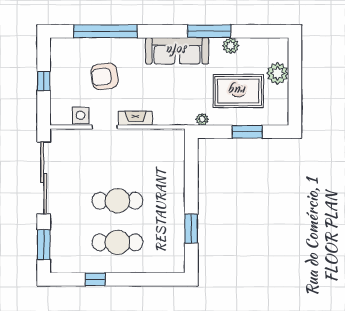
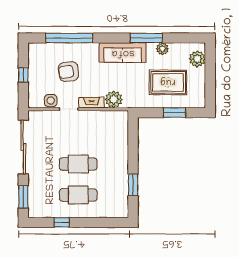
plant: (278, 73) -> (197, 59), moved
plant: (202, 119) -> (114, 99), moved, width x1.88, depth x1.88

